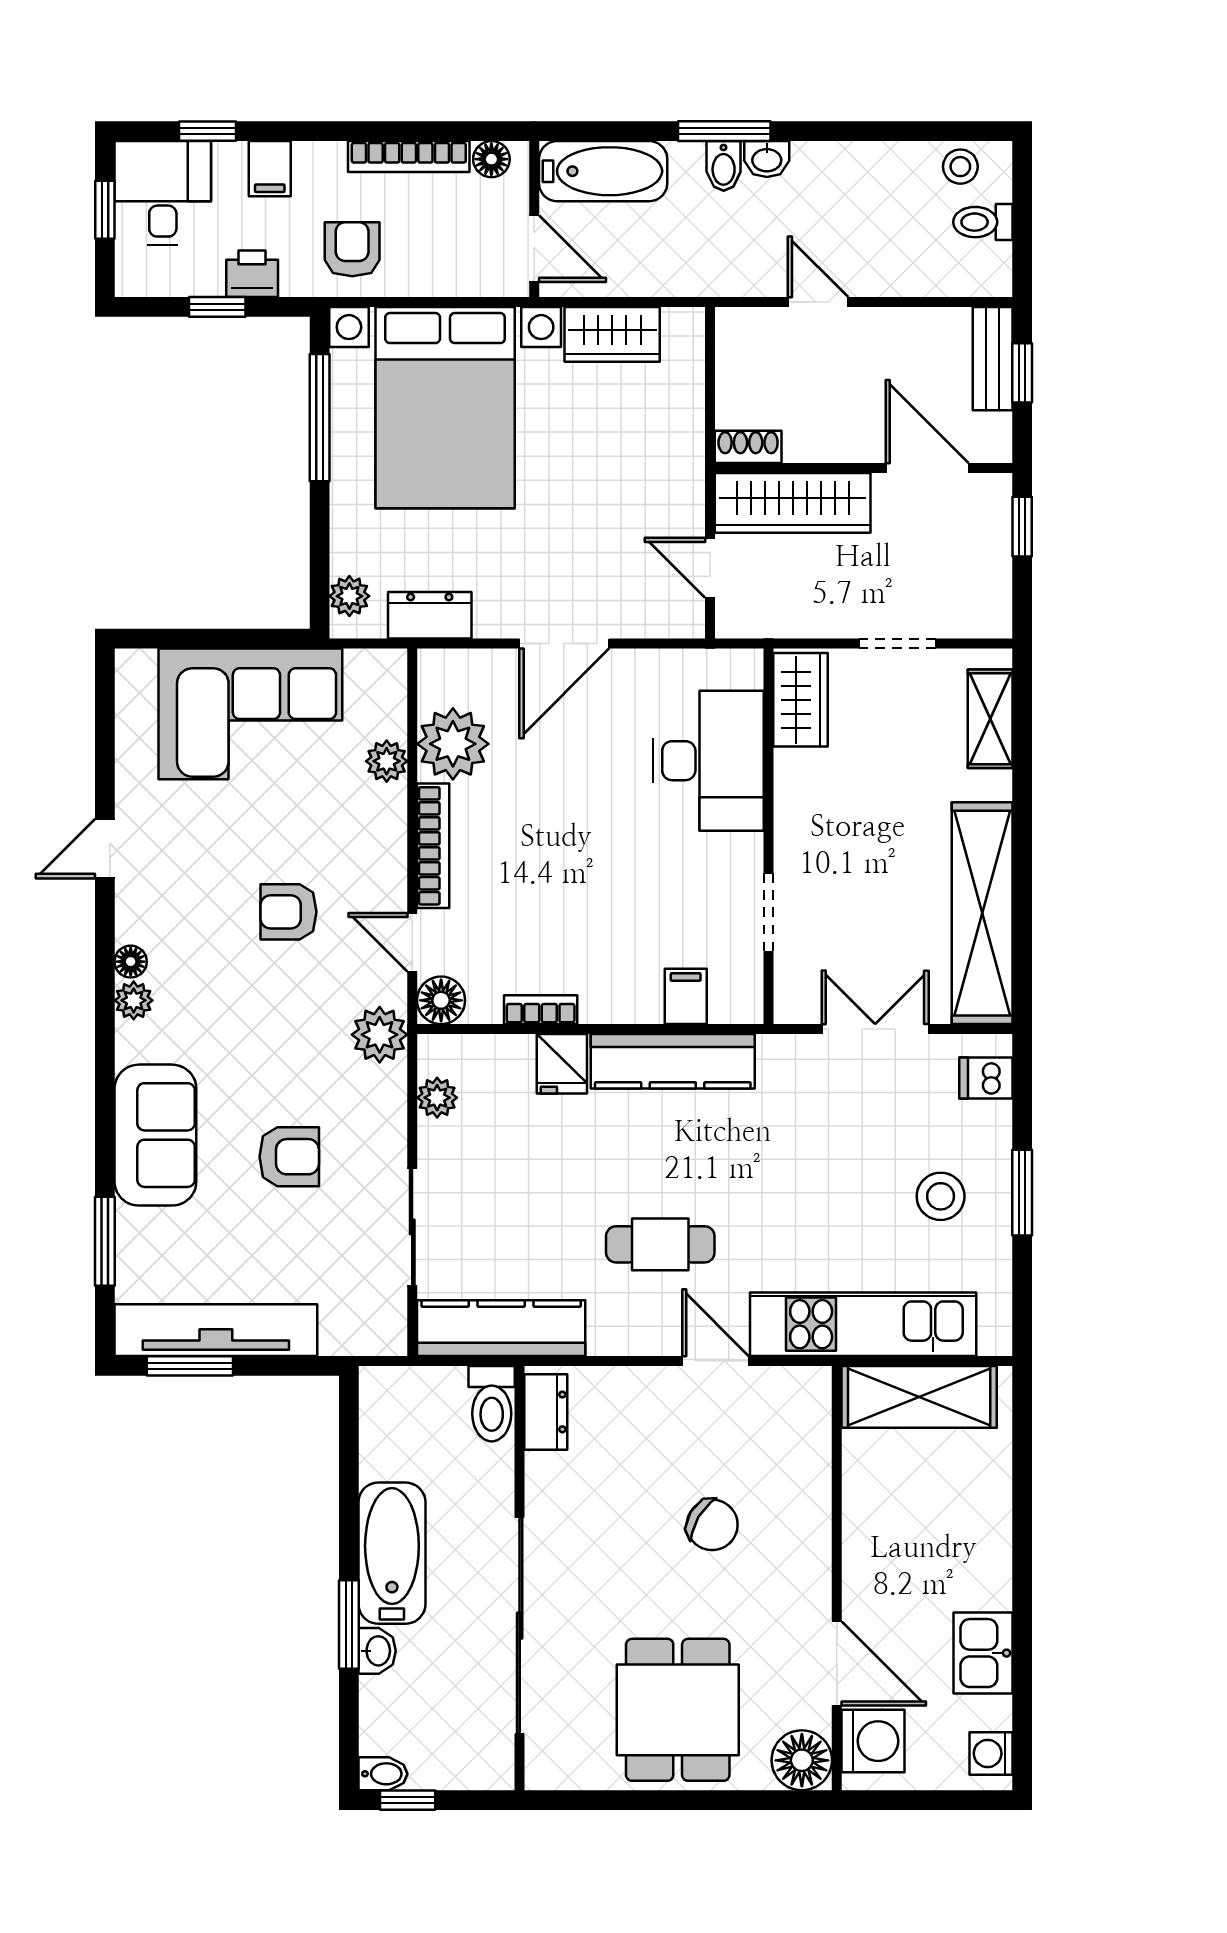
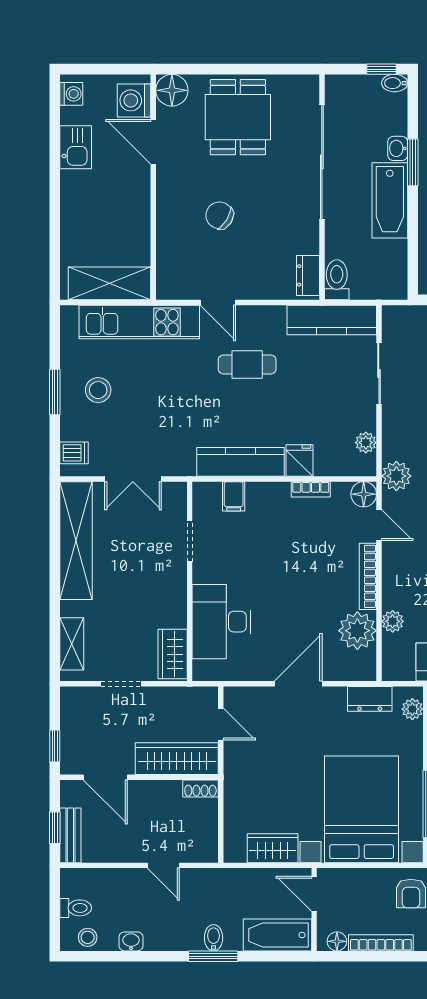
washbasin: (767, 159) -> (131, 941), moved

